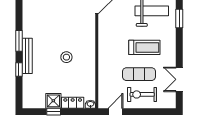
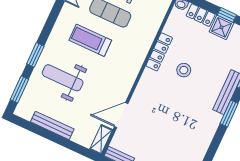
locker: (90, 62) -> (159, 52), added

